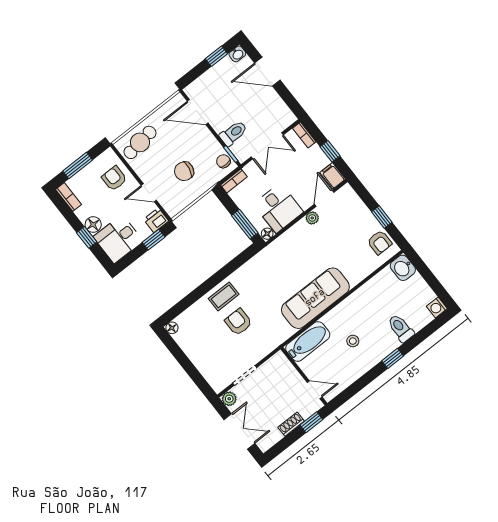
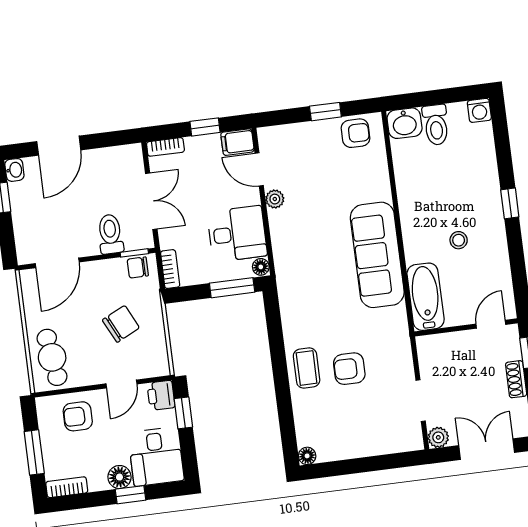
chair: (184, 171) -> (121, 324), turned -127
toilet: (401, 328) -> (436, 125), moved, turned -90

